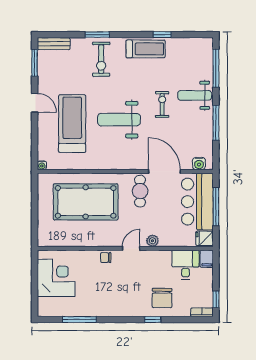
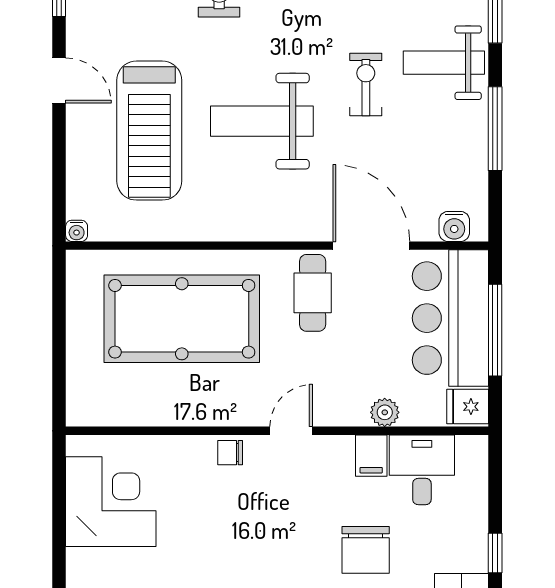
treadmill: (72, 124) -> (149, 131), turned 180
plant: (152, 241) -> (385, 412), moved
filing cabinet: (207, 259) -> (371, 456), moved

